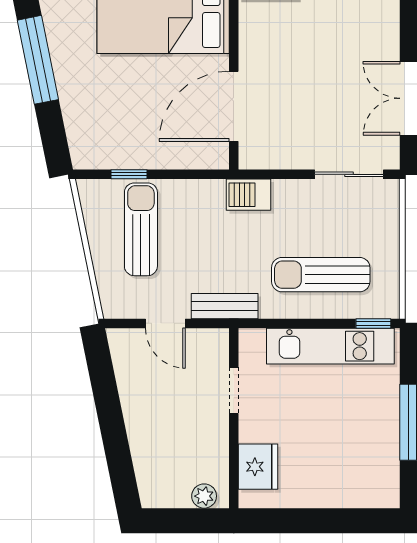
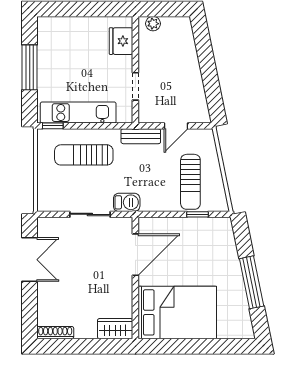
sliding door: (349, 174) -> (90, 214), moved
sun lounger: (321, 275) -> (84, 155), turned 180
door: (165, 323) -> (176, 126), swing flipped

